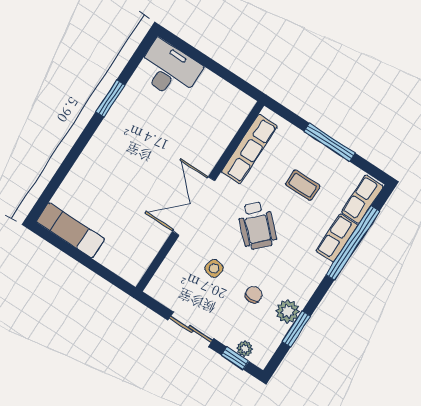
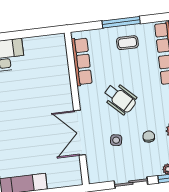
coffee table: (303, 185) -> (127, 43), moved
double door: (194, 206) -> (80, 133), moved

